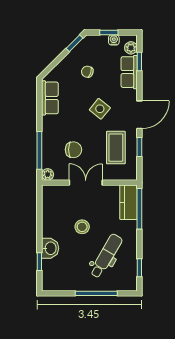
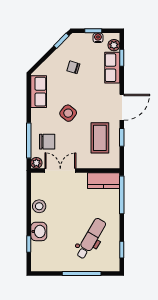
side table: (100, 109) -> (68, 113), moved
chair: (73, 150) -> (47, 142), moved
double door: (86, 183) -> (60, 170), moved
kitchen counter: (129, 202) -> (104, 181), moved, turned -90
stool: (82, 227) -> (39, 206), moved

